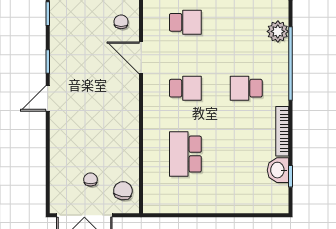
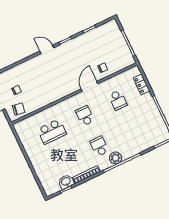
plant: (278, 31) -> (116, 158), moved
school desk: (185, 88) -> (85, 116), turned 180
school desk: (185, 154) -> (52, 132), turned 180

